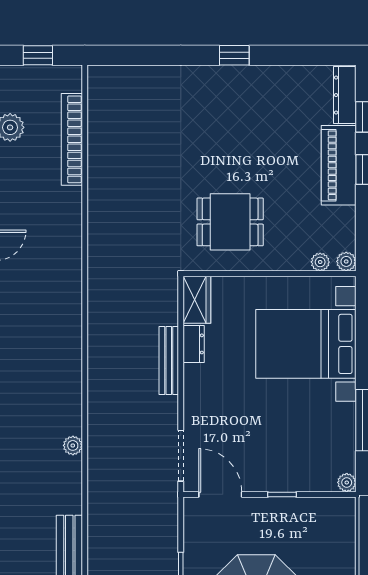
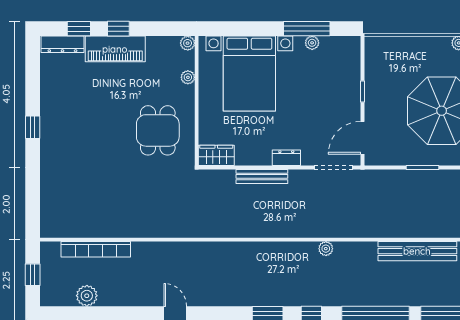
plant: (320, 262) -> (188, 77), moved
dresser: (194, 344) -> (286, 158), moved
plant: (347, 482) -> (312, 43), moved

